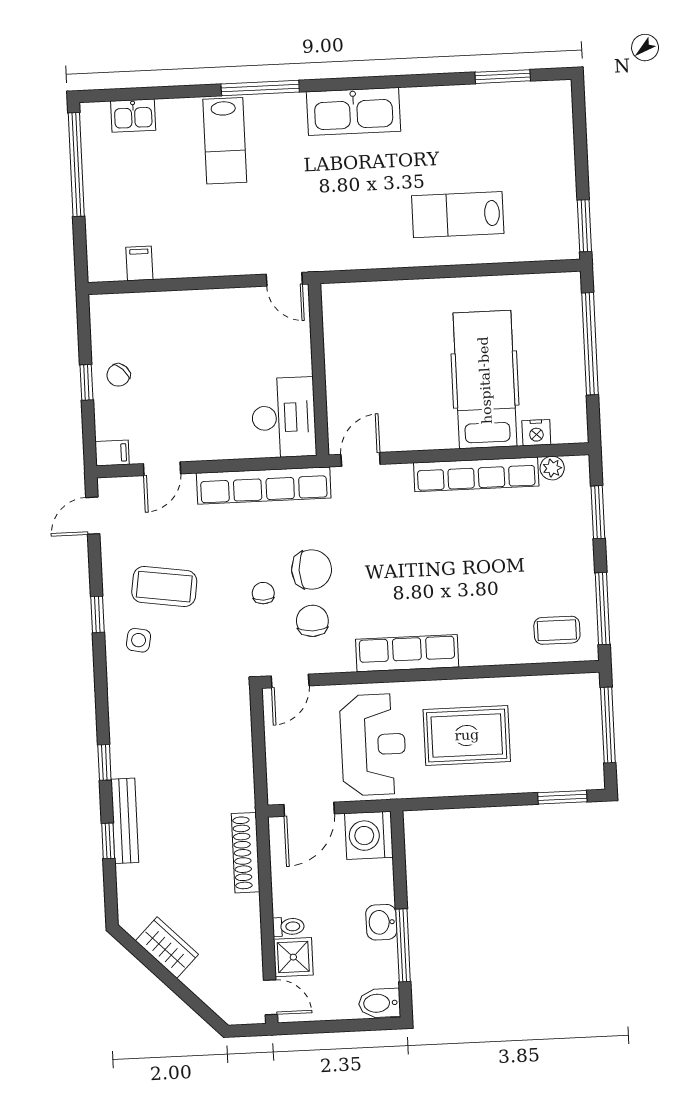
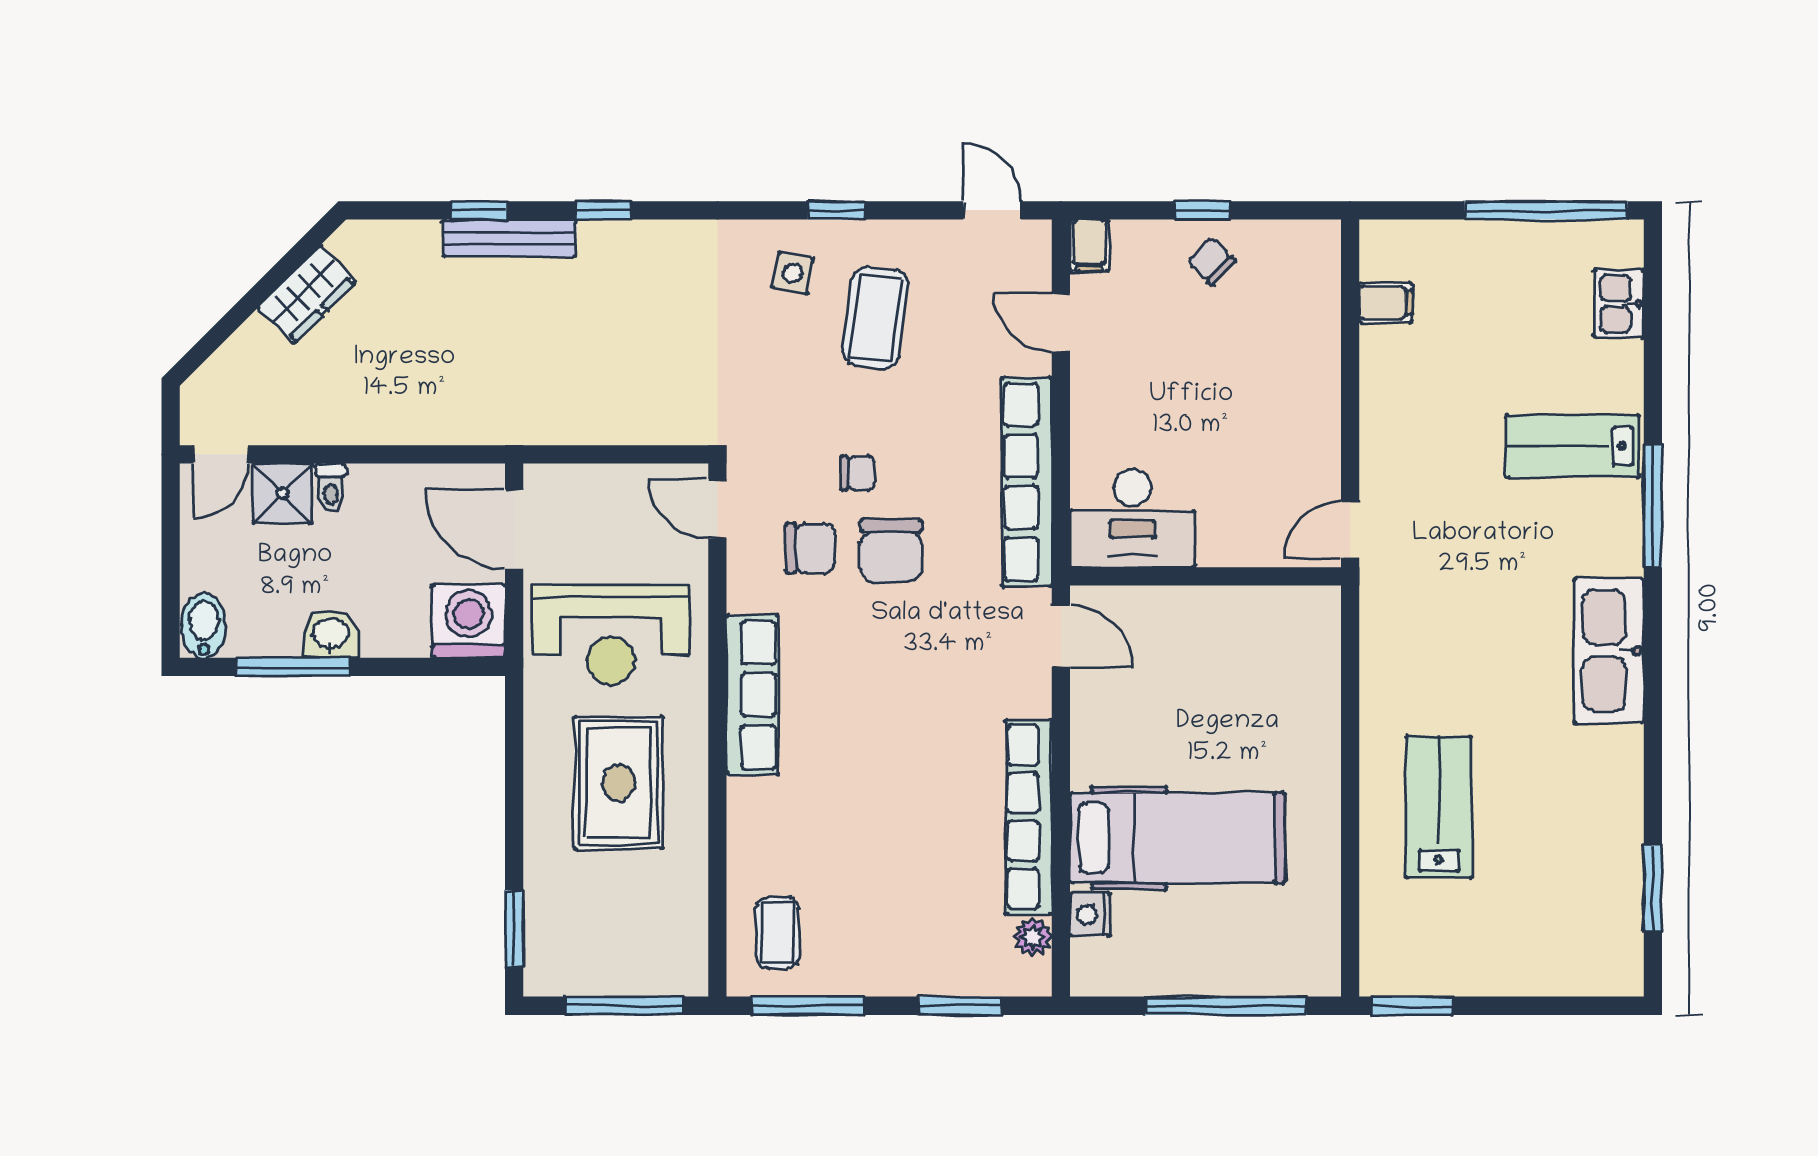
shoe rack: (246, 853) -> (450, 426), removed

